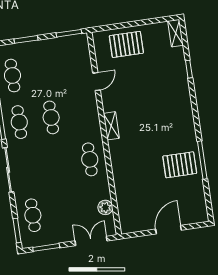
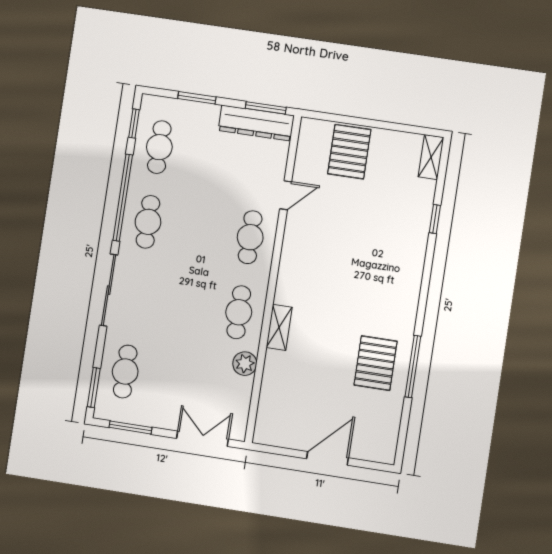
dresser: (66, 44) -> (256, 123), added
pallet: (126, 44) -> (349, 152), turned 90
cafe table: (51, 117) -> (250, 237), moved
shelving: (111, 126) -> (279, 327), moved
pallet: (180, 165) -> (376, 363), turned 90
plant: (105, 207) -> (245, 364), moved

